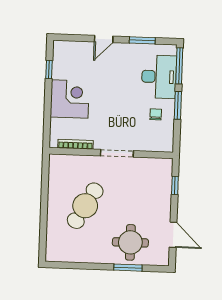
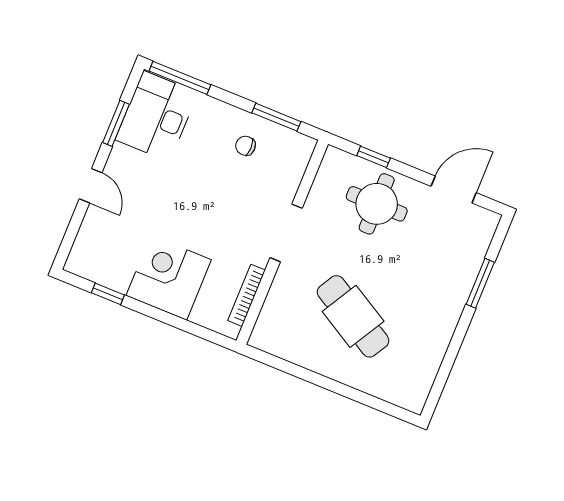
desk: (159, 77) -> (157, 116), moved, turned -90
window: (178, 105) -> (276, 117), moved
round table: (130, 242) -> (377, 204), moved

